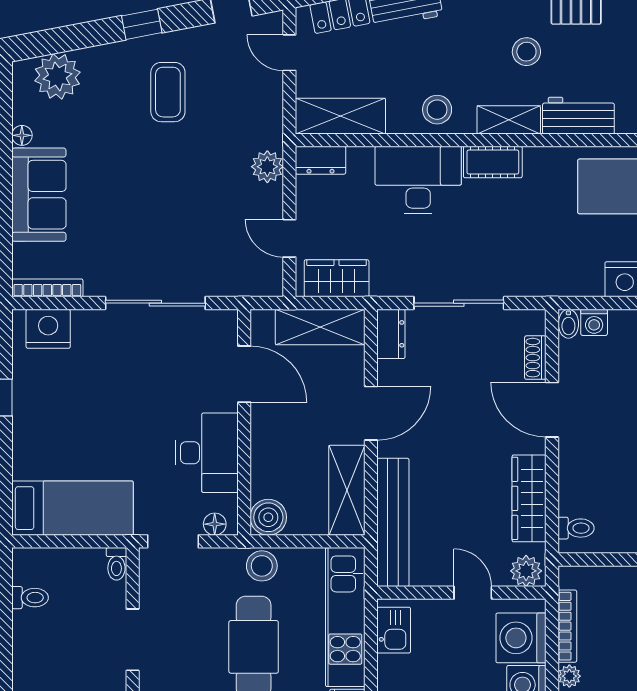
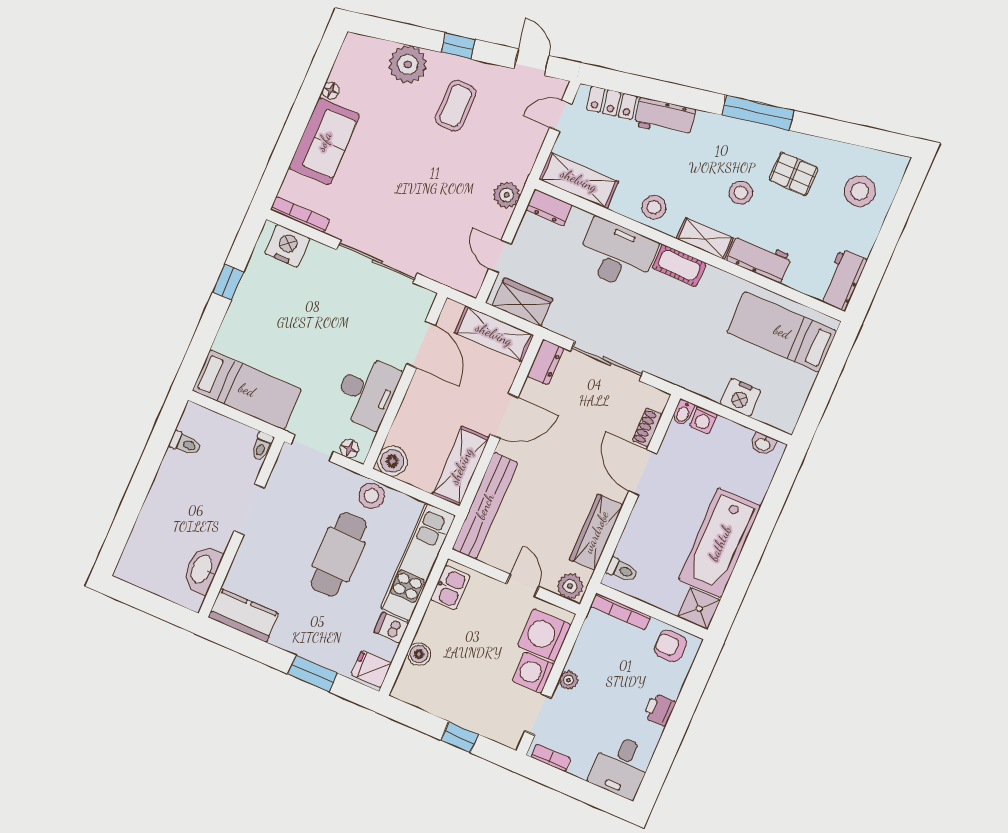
door: (289, 53) -> (561, 116), hinge flipped
plant: (57, 76) -> (408, 64), moved
bookcase: (567, 626) -> (621, 612), moved, turned 90

